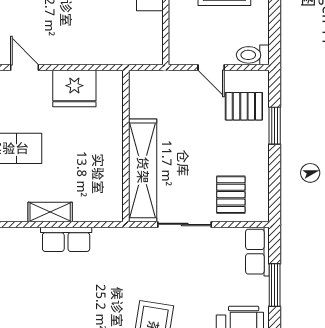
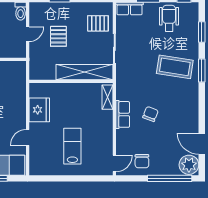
pallet: (244, 106) -> (58, 36), moved
shelving: (50, 212) -> (108, 97), moved
chair: (67, 290) -> (150, 114), added

